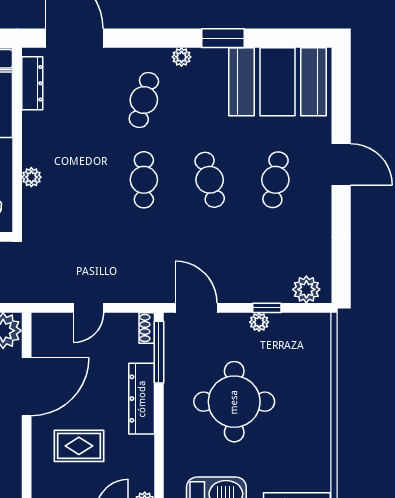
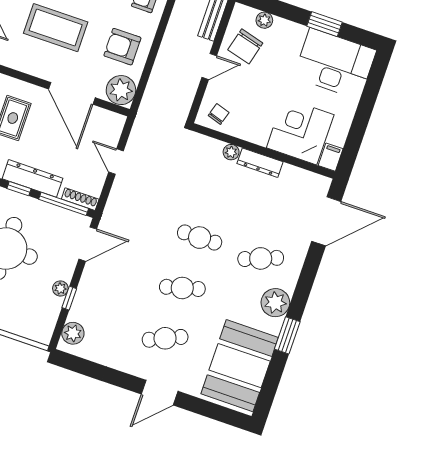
plant: (181, 57) -> (275, 303), width x1.87, depth x1.87
dresser: (32, 83) -> (260, 163), moved
cafe table: (144, 100) -> (261, 258), turned -36
cafe table: (275, 180) -> (165, 338), turned -33
shoe rack: (147, 328) -> (80, 199), width x1.43
window: (159, 410) -> (19, 189), added

